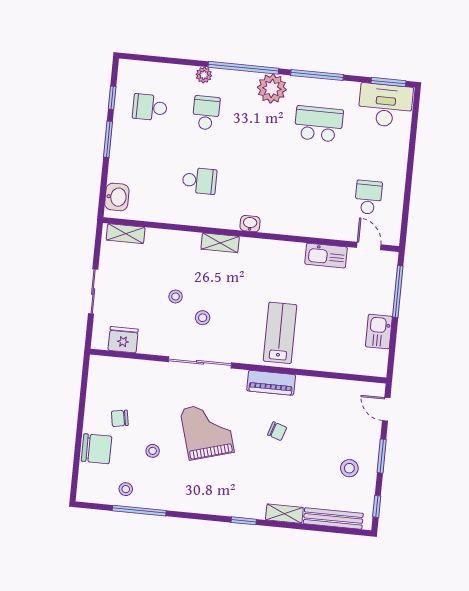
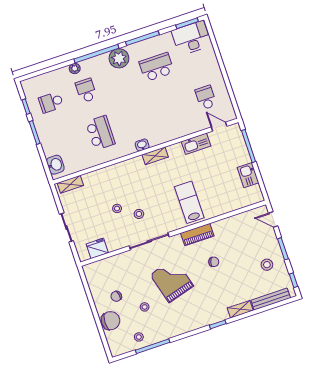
school desk: (199, 181) -> (100, 133), width x1.85
shelving: (220, 243) -> (155, 156), moved

